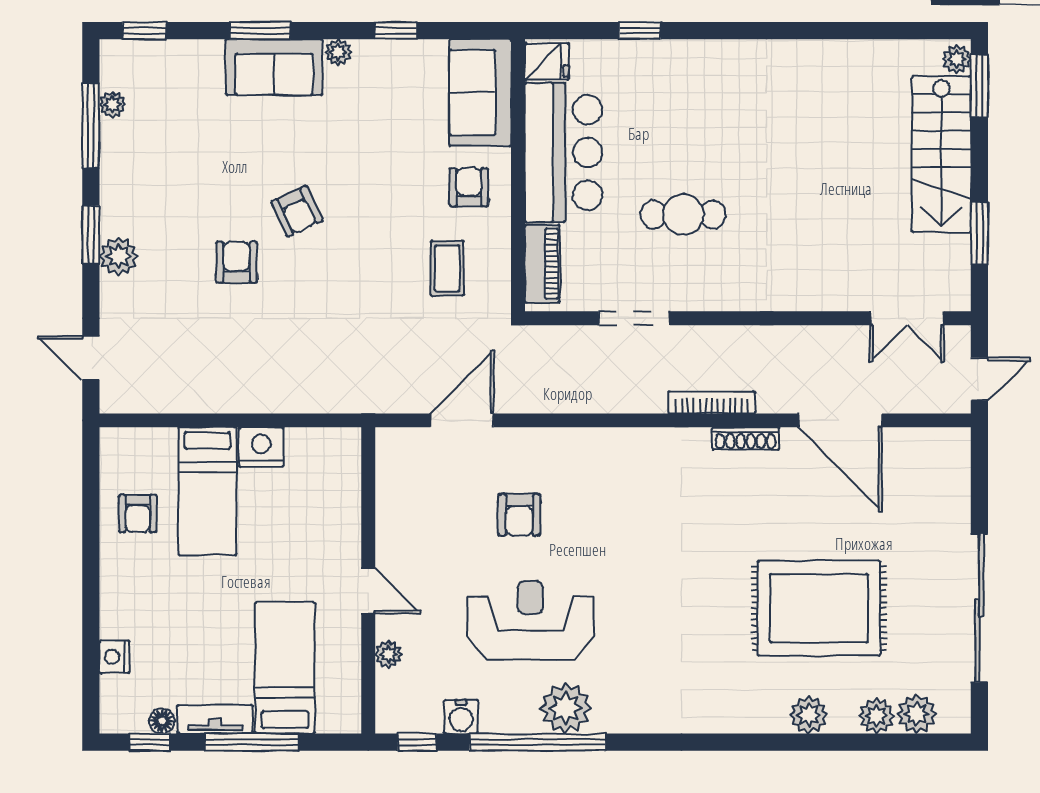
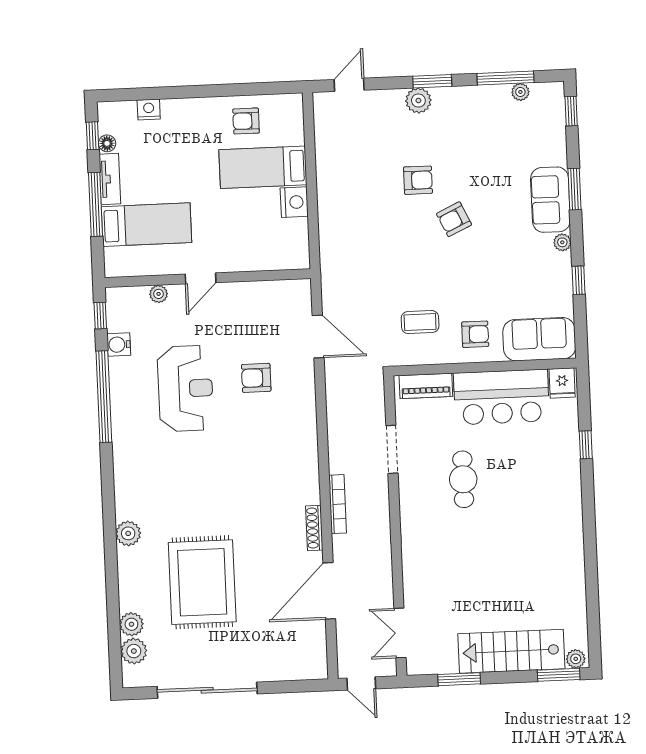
plant: (566, 708) -> (128, 415), removed
plant: (809, 715) -> (128, 533), moved

